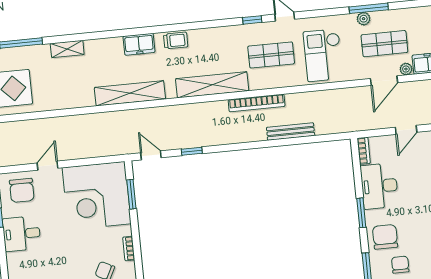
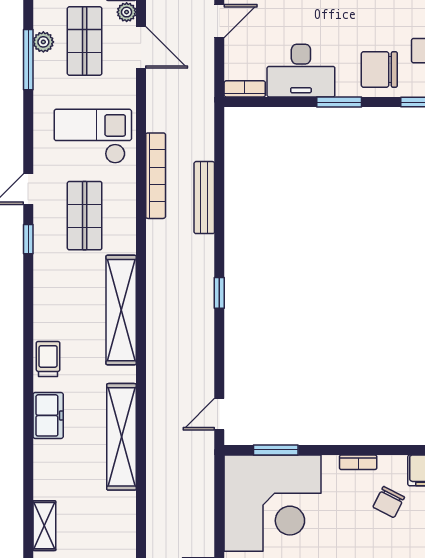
plant: (364, 19) -> (43, 42), moved
checkout: (323, 55) -> (93, 136), turned 180
bookcase: (257, 103) -> (156, 176), moved
door: (406, 130) -> (219, 21), hinge flipped
window: (192, 151) -> (219, 293), moved

